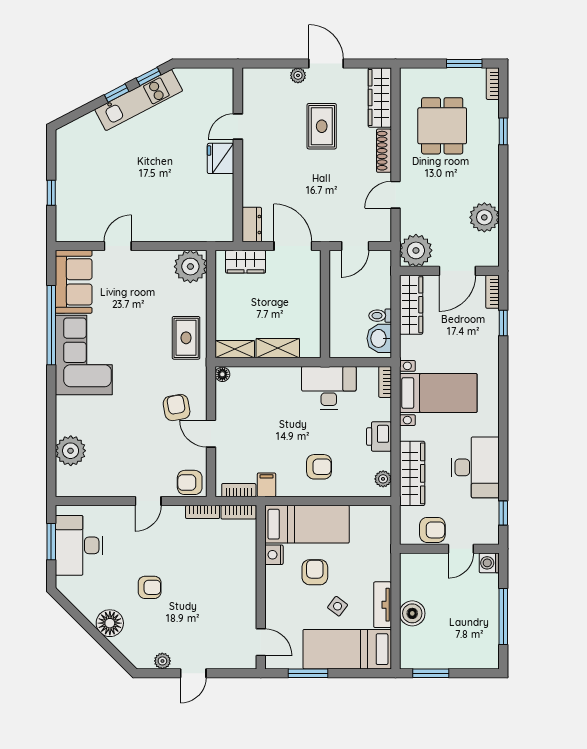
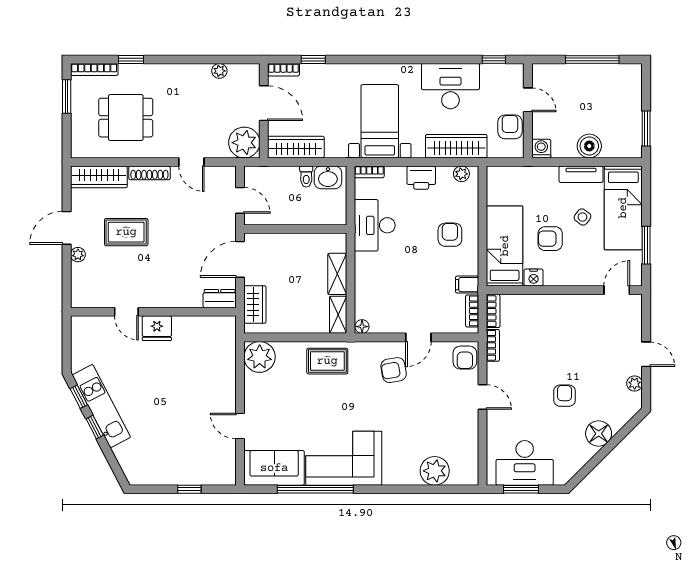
bookcase: (493, 84) -> (94, 69), width x1.56
plant: (484, 217) -> (219, 71), width x0.53, depth x0.53
washing machine: (489, 563) -> (541, 149), moved, turned 180

